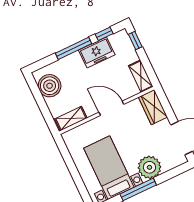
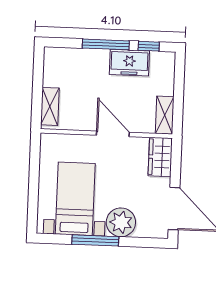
window: (135, 41) -> (179, 72), removed
boiler: (50, 86) -> (57, 72), removed
shelving: (71, 118) -> (50, 106), moved, turned 90

